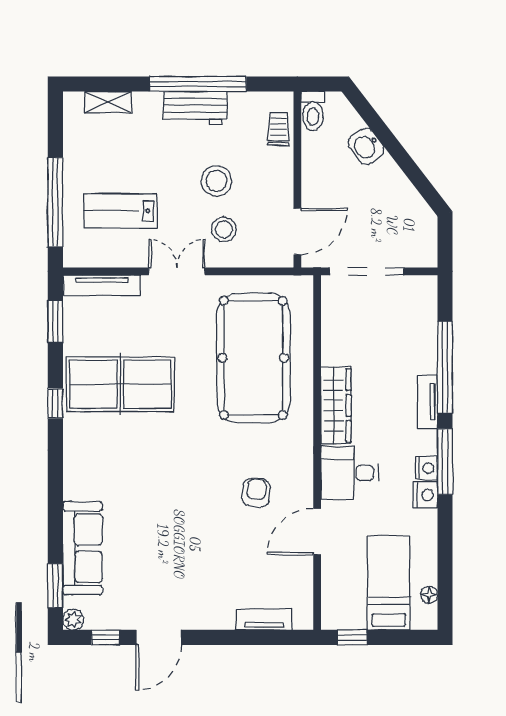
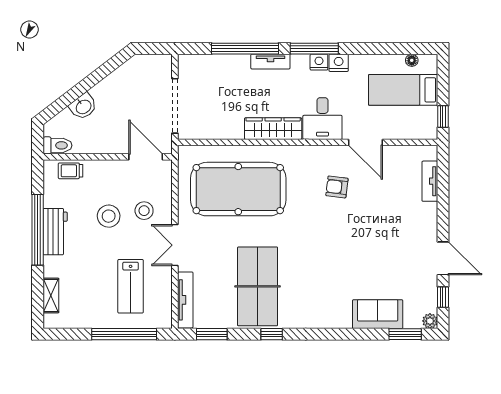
sofa: (83, 548) -> (378, 314), width x0.73

